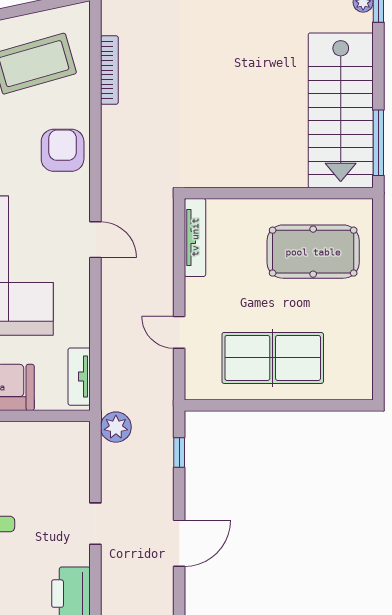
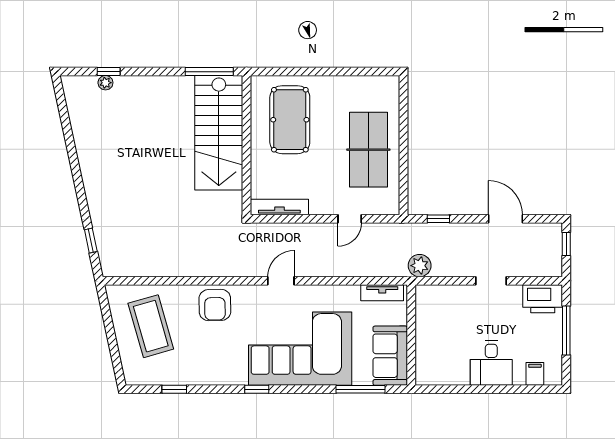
bookcase: (109, 70) -> (156, 270), removed
stairs: (341, 110) -> (219, 133), moved, turned 90
armchair: (63, 150) -> (215, 305), turned -91

